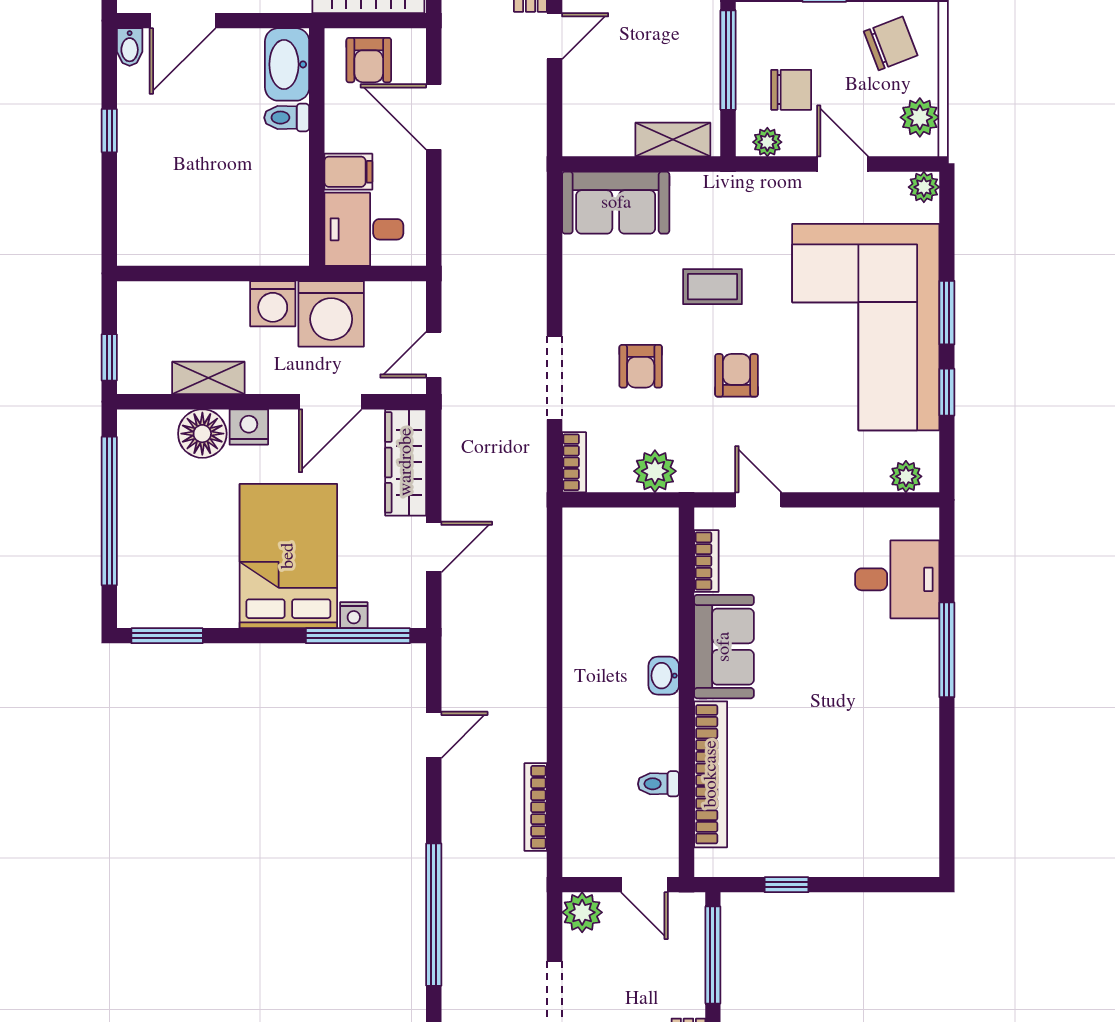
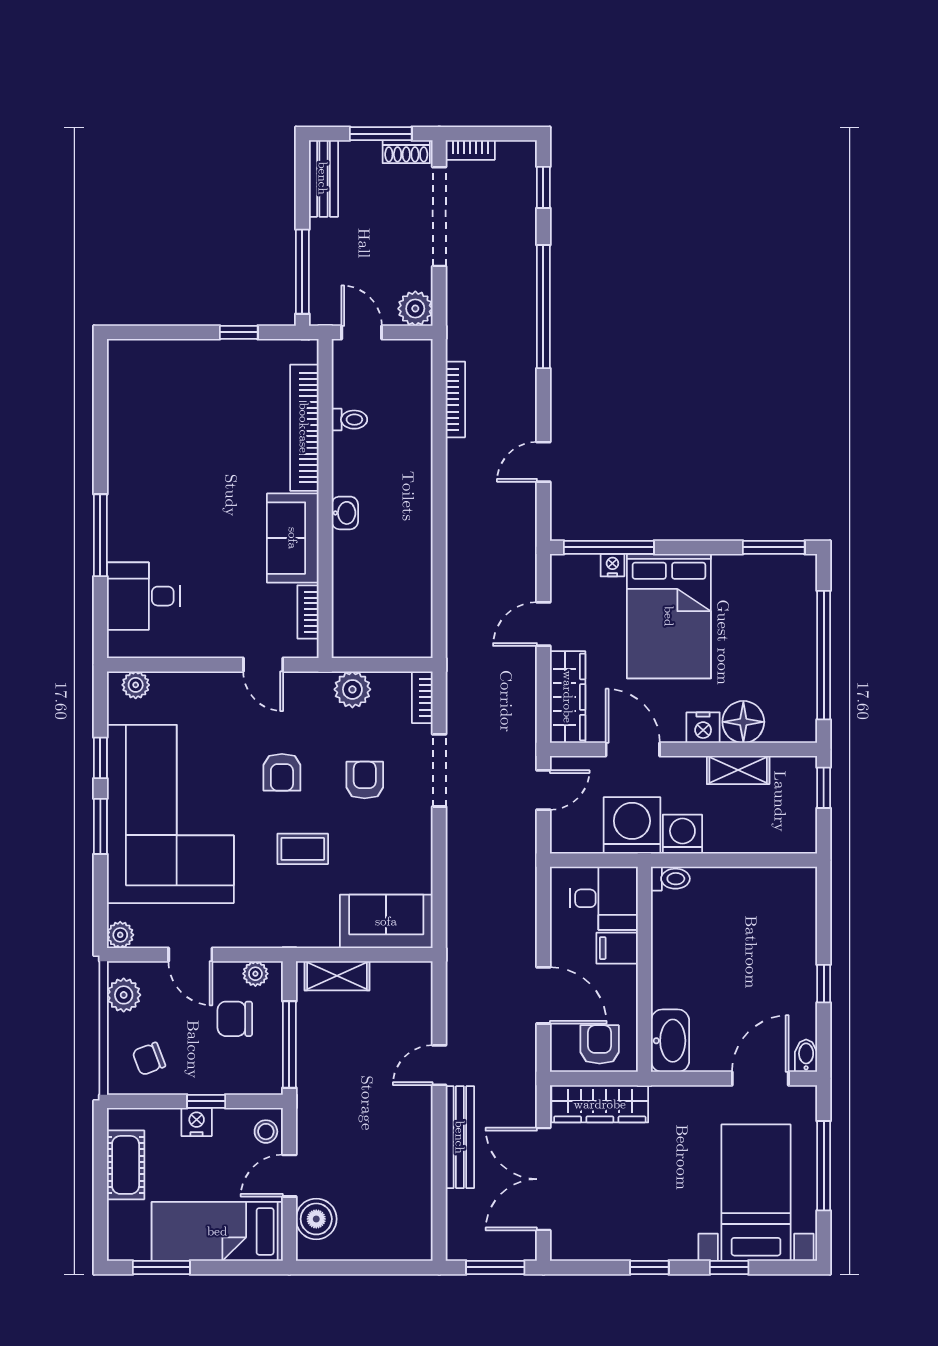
chair: (891, 43) -> (149, 1059), width x0.73, depth x0.73
toilet: (287, 118) -> (670, 879), moved
door: (330, 402) -> (633, 749), hinge flipped

